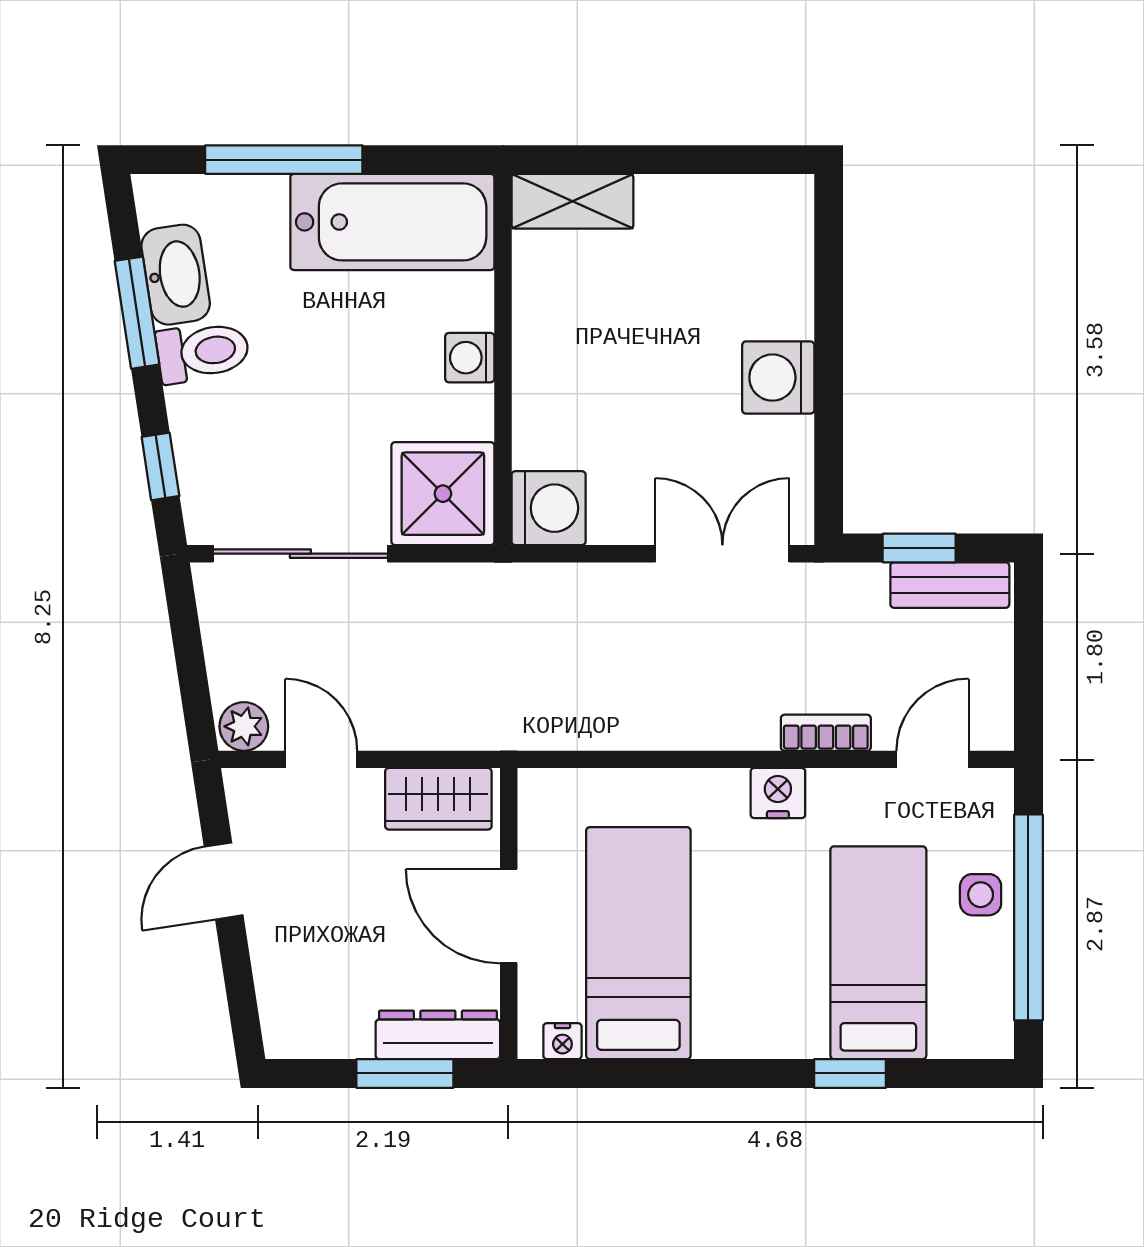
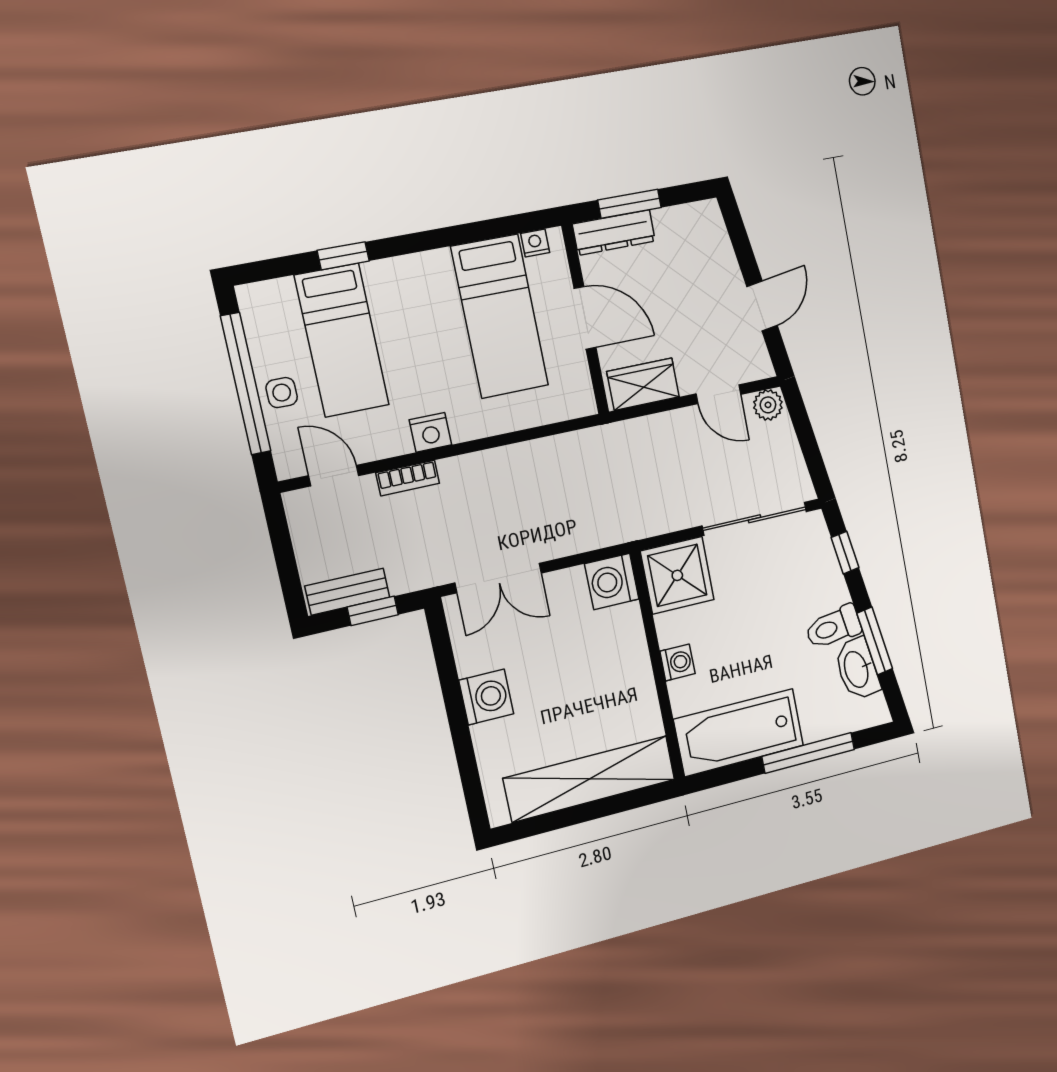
shelving: (572, 201) -> (590, 779), width x2.20, depth x1.33
door: (933, 759) -> (334, 476), swing flipped

